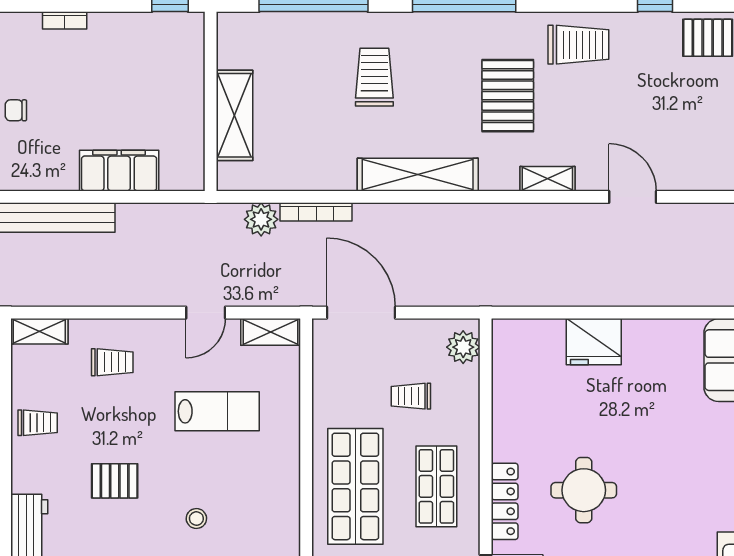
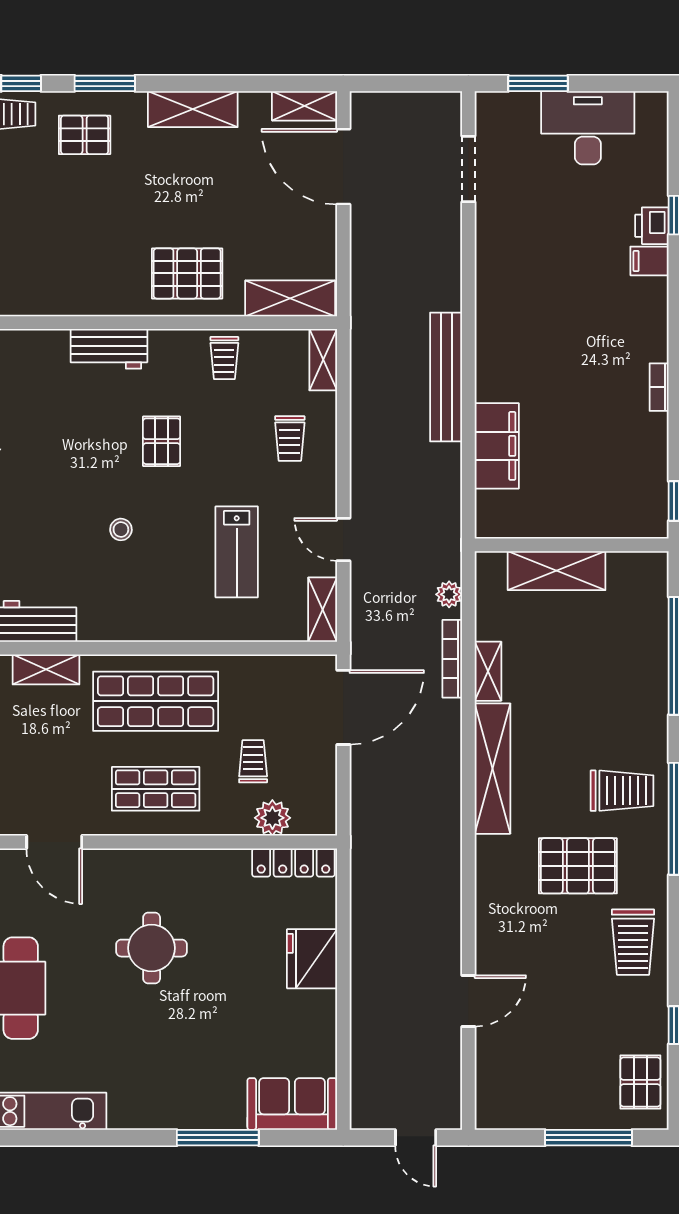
trolley: (374, 77) -> (622, 791), moved
chair: (16, 110) -> (562, 334), removed
shelving: (547, 179) -> (488, 671), moved
plant: (261, 219) -> (449, 594), width x0.73, depth x0.73
plant: (463, 347) -> (272, 818), moved
locker: (505, 501) -> (293, 862), moved

